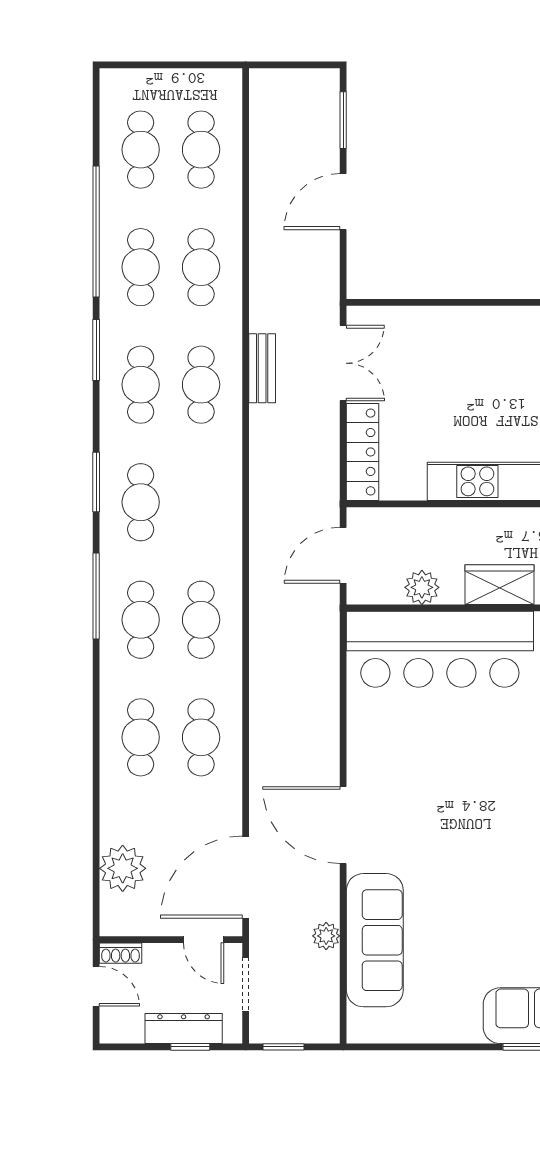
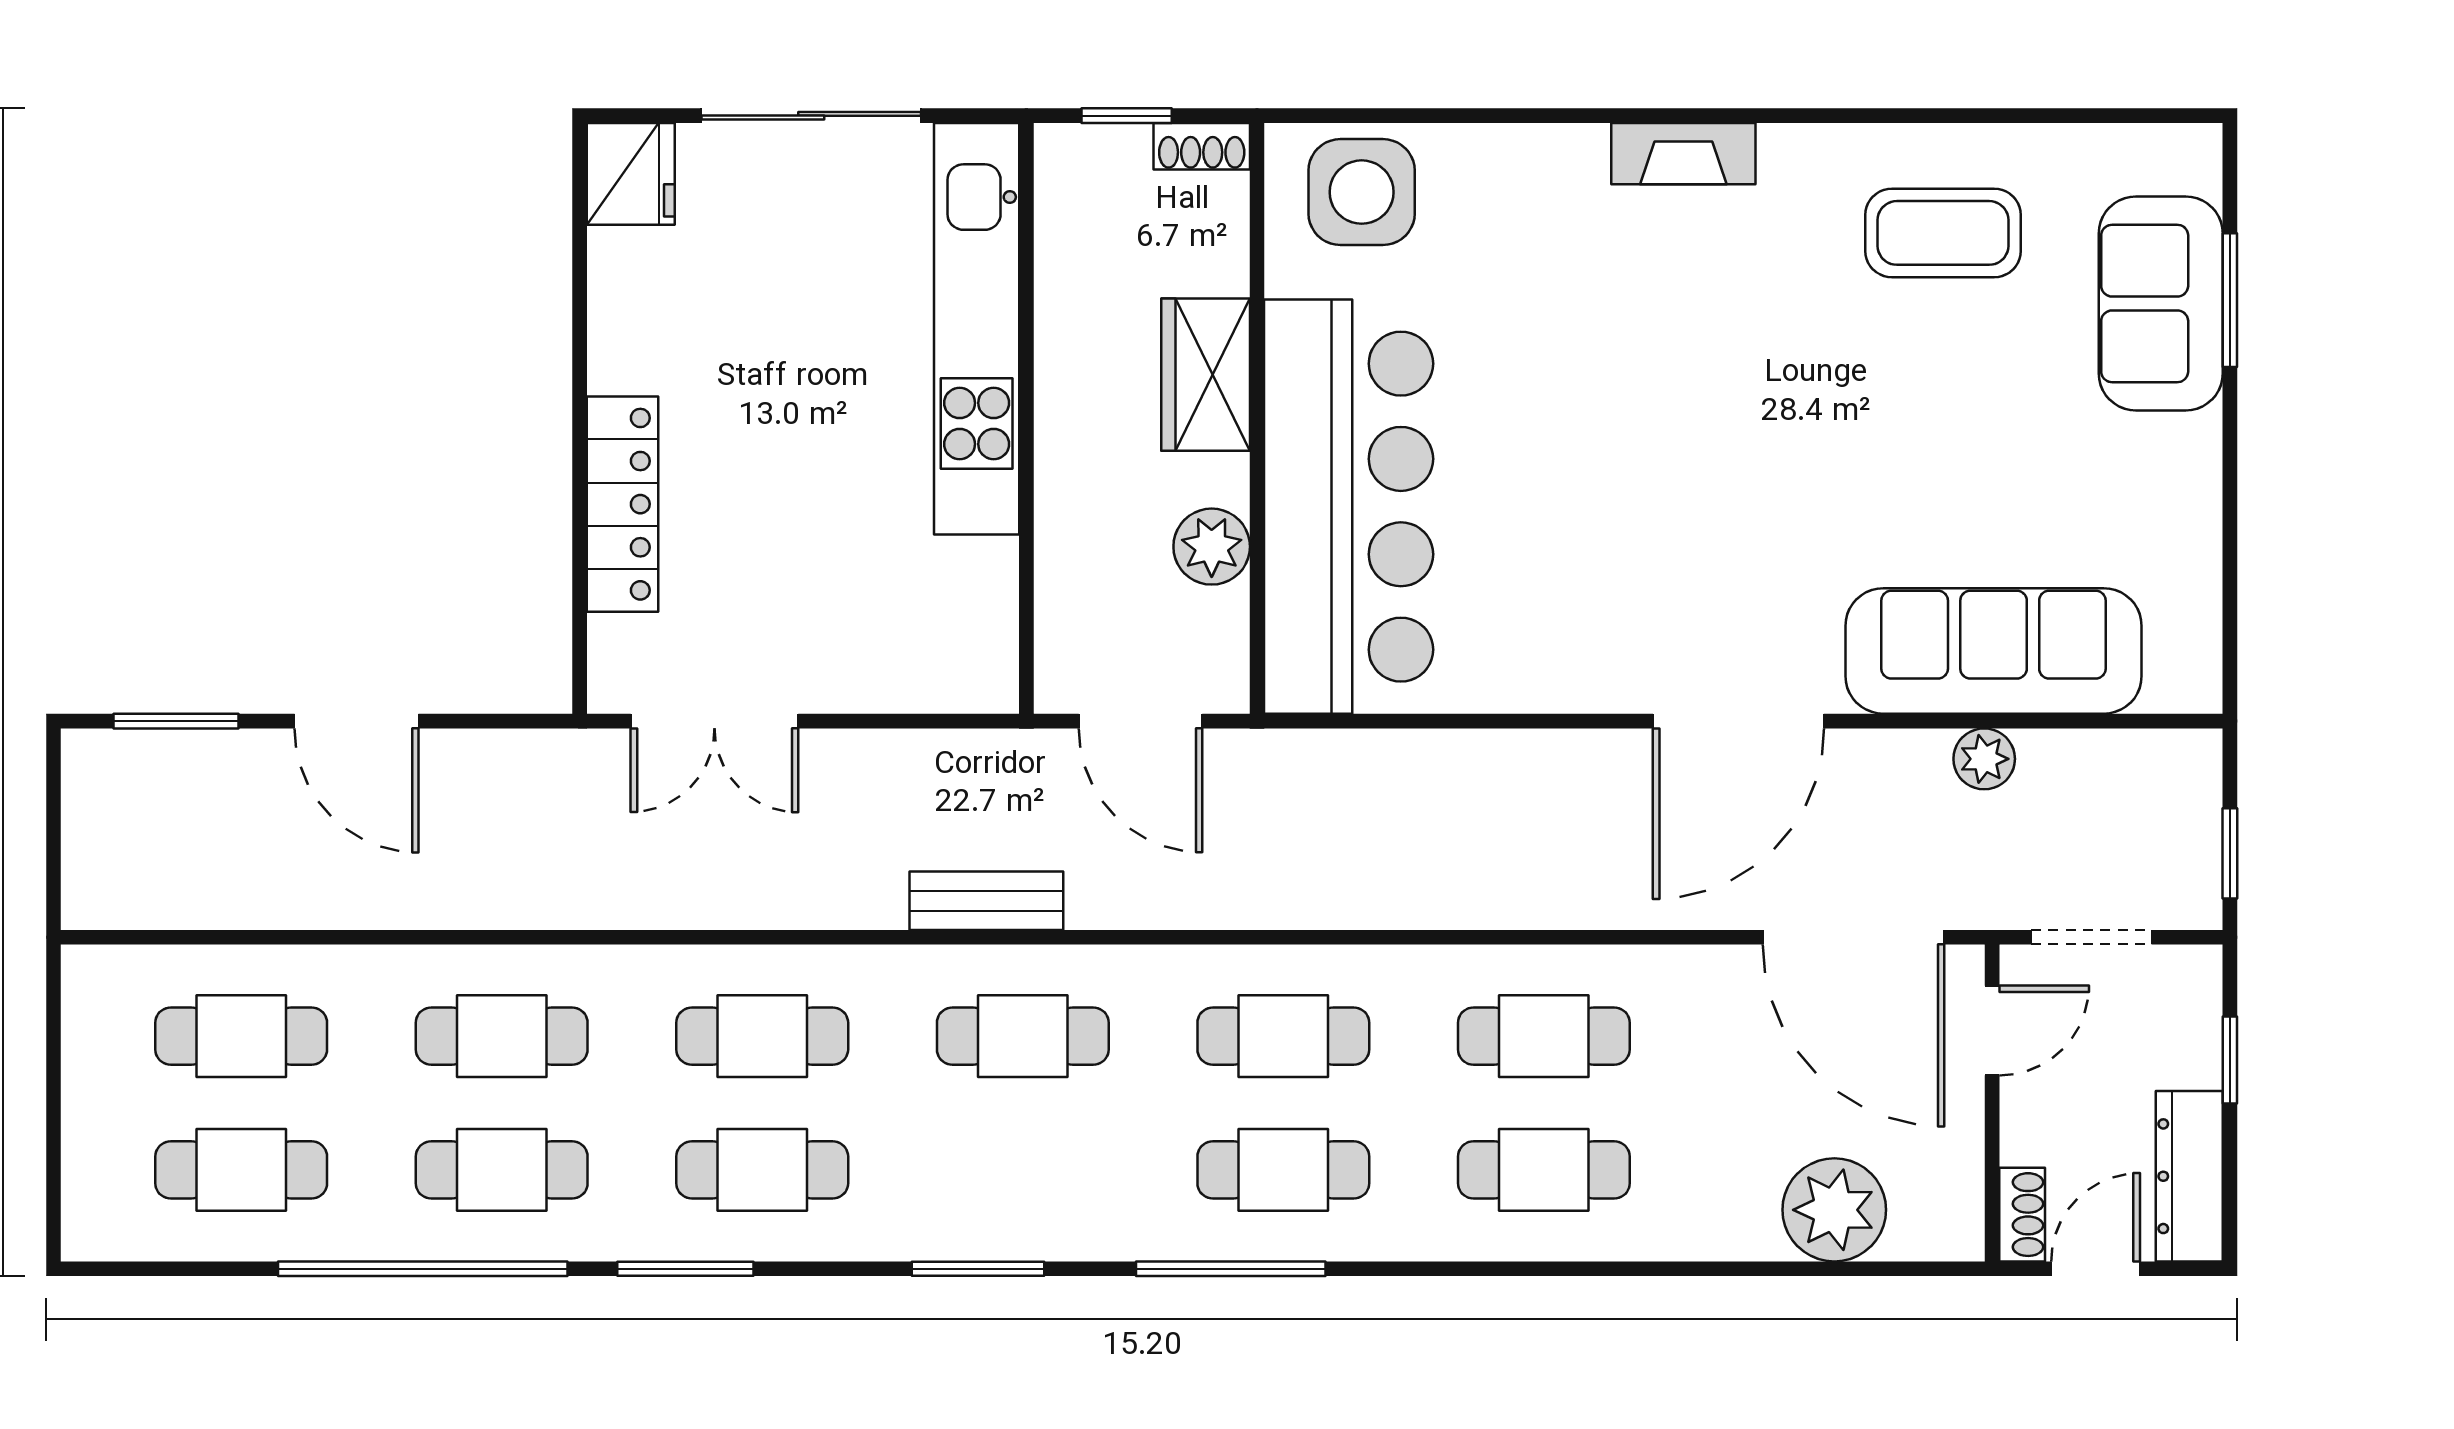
double door: (343, 363) -> (714, 721), swing flipped
bench: (262, 368) -> (986, 901), moved
locker: (363, 452) -> (622, 504), moved, turned 90
cafe table: (141, 502) -> (1023, 1036), moved
dresser: (184, 1029) -> (2189, 1176), moved

